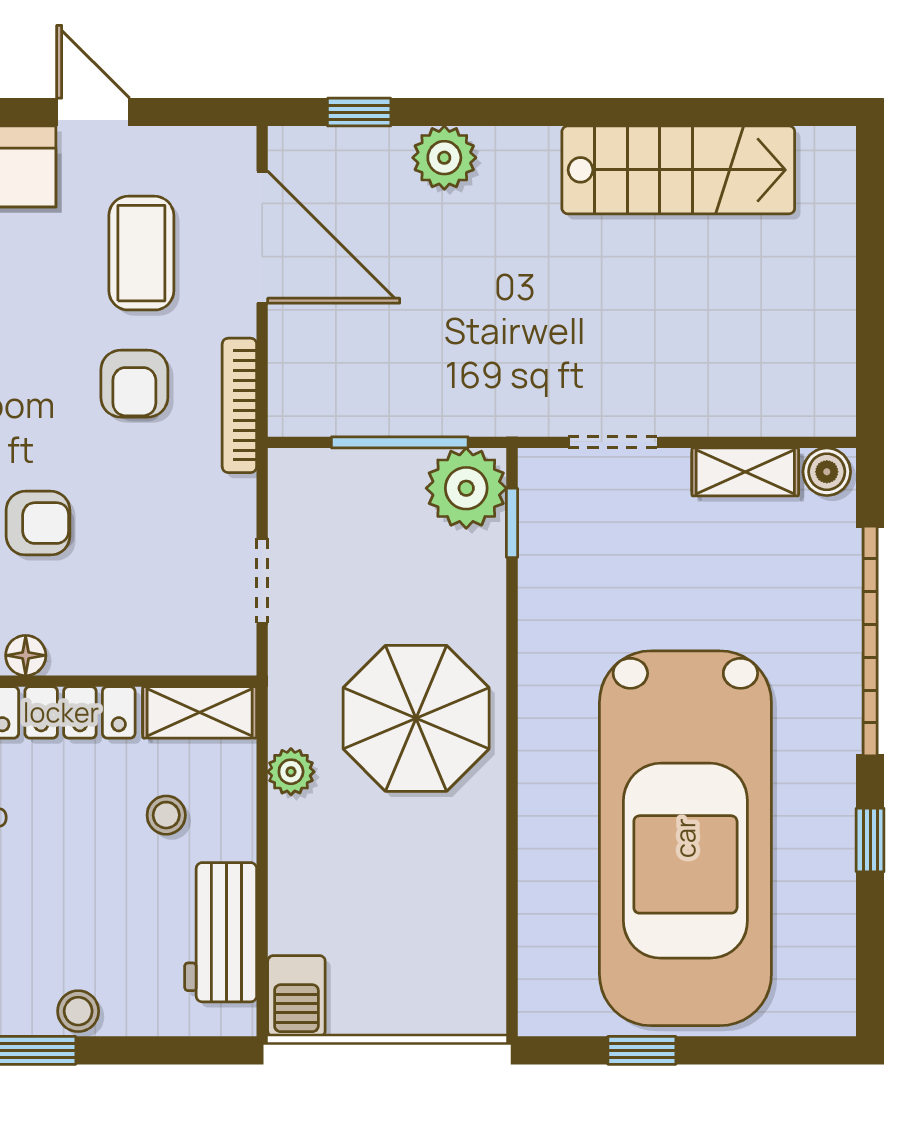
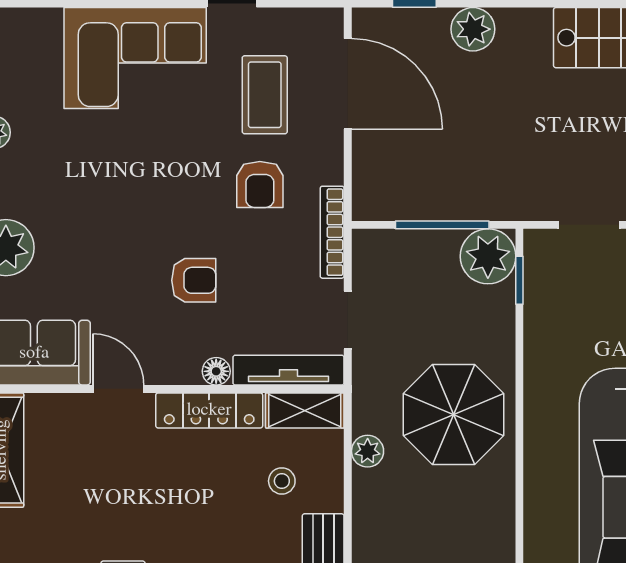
bookcase: (239, 405) -> (332, 232), moved
tv unit: (176, 654) -> (288, 370), added
floor lamp: (26, 655) -> (216, 371), moved

